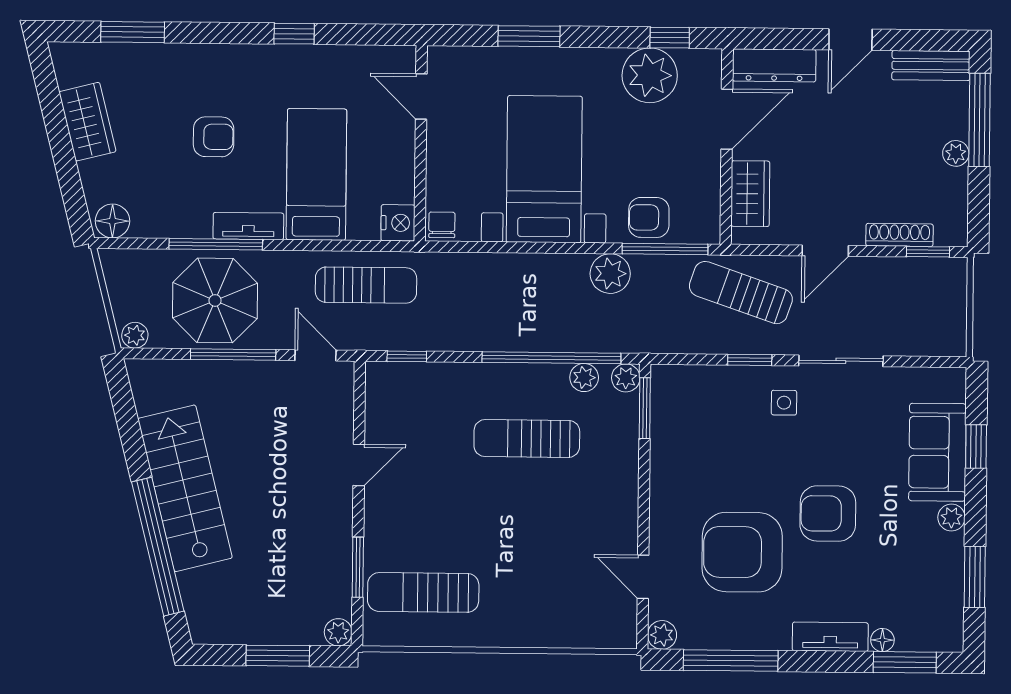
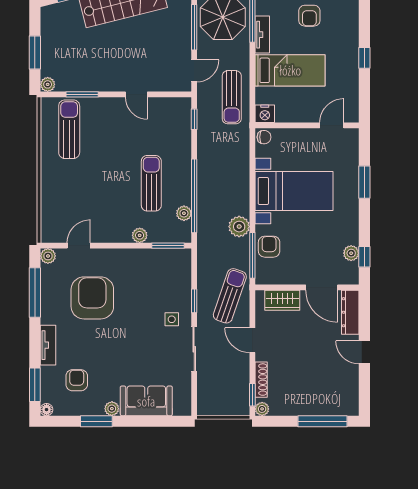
bench: (931, 66) -> (351, 395), removed
plant: (650, 75) -> (351, 253), width x0.53, depth x0.53
plant: (956, 153) -> (262, 409), moved
plant: (626, 378) -> (140, 235), moved
window: (976, 447) -> (150, 421), removed
armchair: (828, 513) -> (77, 380), moved, width x0.72, depth x0.72
window: (975, 577) -> (96, 421), moved
floor lamp: (882, 640) -> (47, 410), moved

